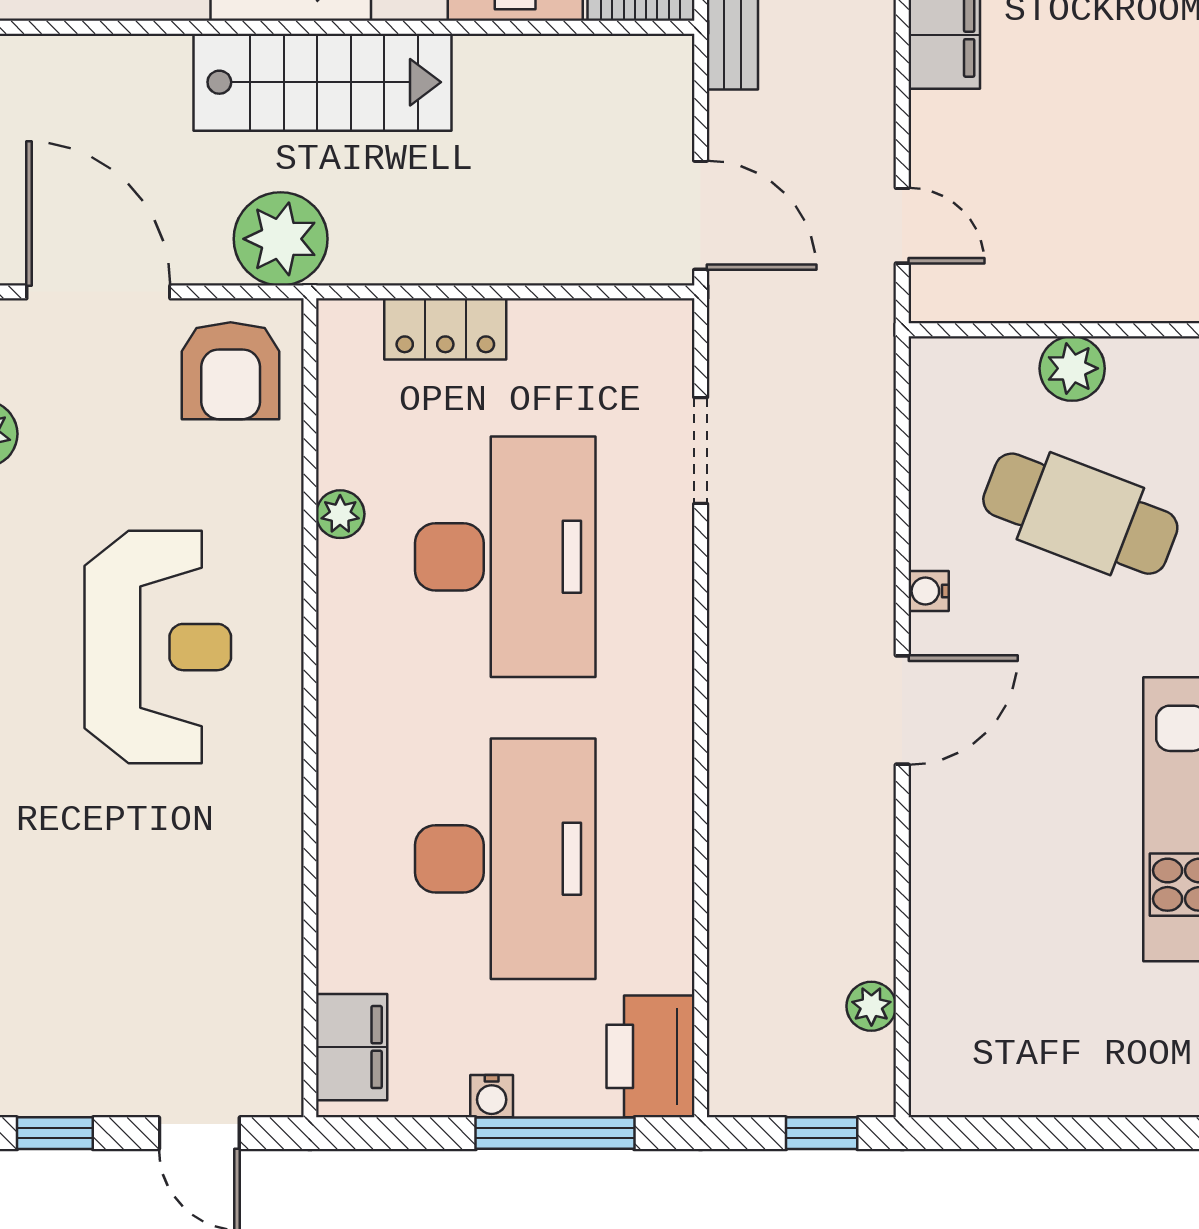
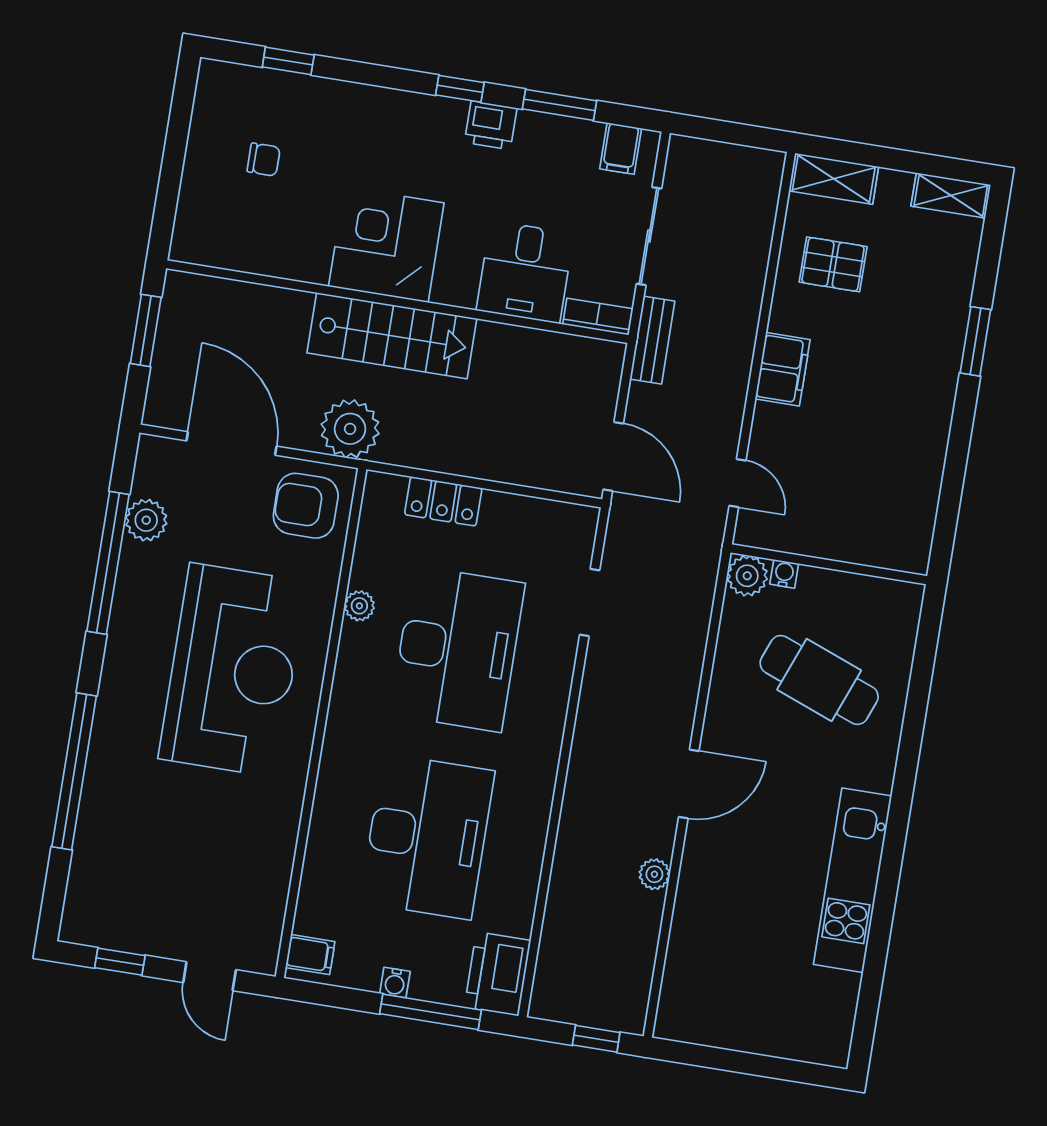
plant: (1072, 368) -> (747, 576), moved
armchair: (231, 371) -> (306, 506), turned 90
water cooler: (929, 591) -> (784, 574), moved, turned 90
reception desk: (158, 647) -> (233, 670), width x1.36, depth x1.30
plant: (871, 1006) -> (654, 874), moved
filing cabinet: (352, 1047) -> (310, 955), width x0.50

